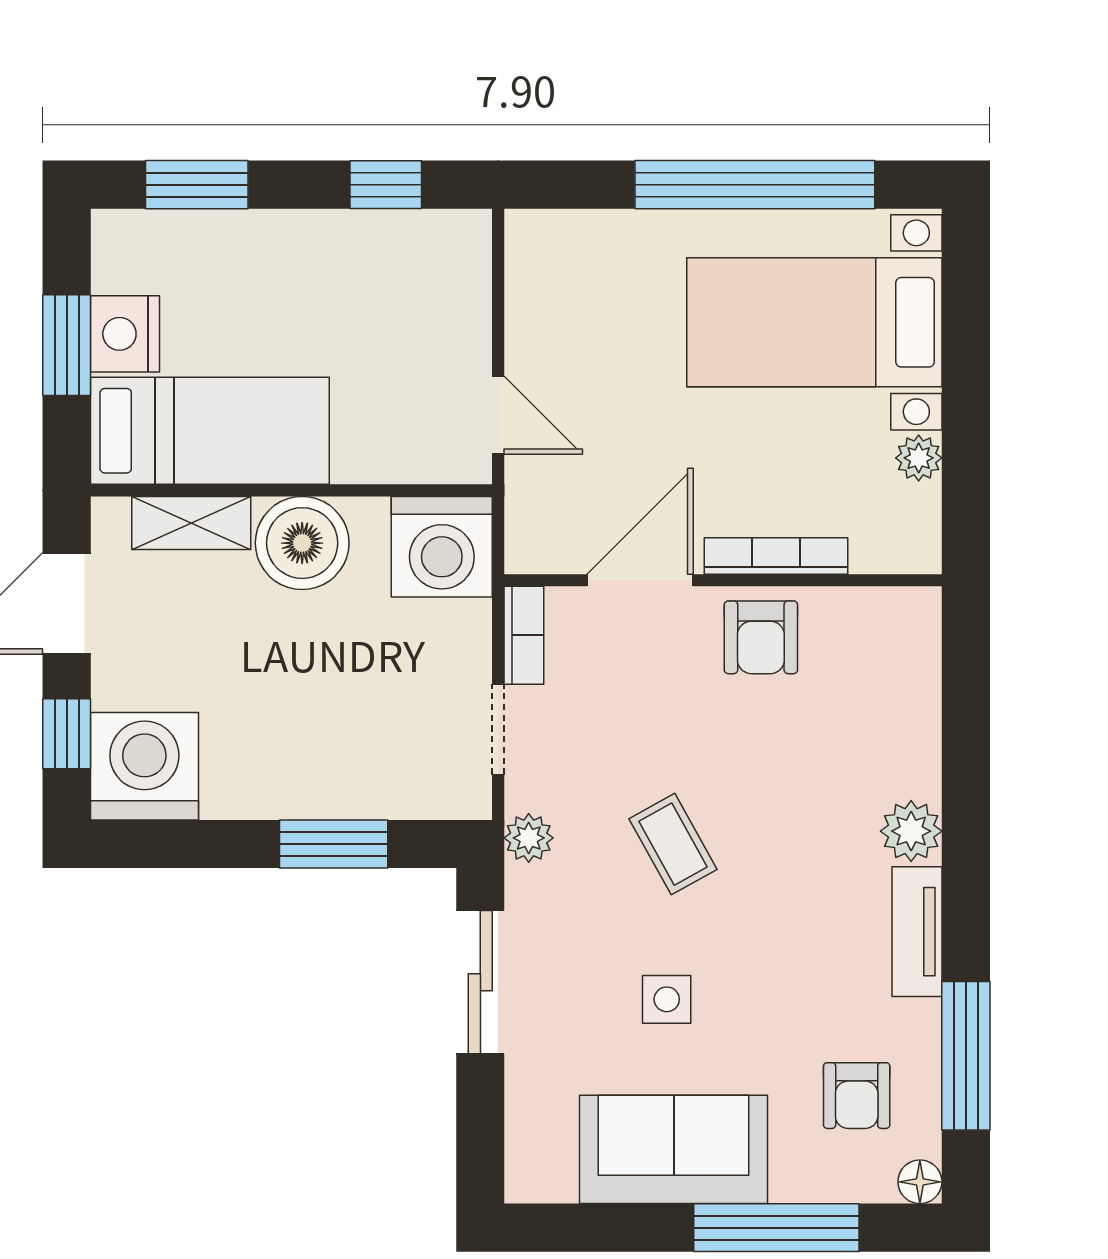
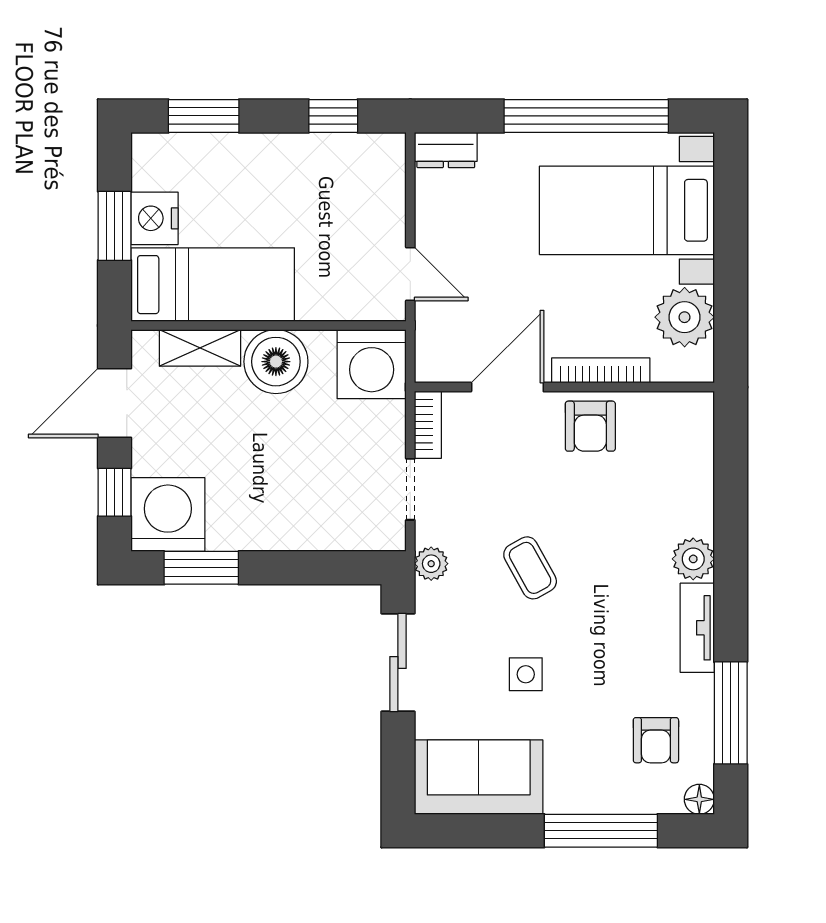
dresser: (550, 234) -> (446, 150), added
plant: (919, 458) -> (685, 317), width x1.88, depth x1.88
window: (334, 844) -> (201, 568), moved
sofa: (674, 1149) -> (479, 777), moved

